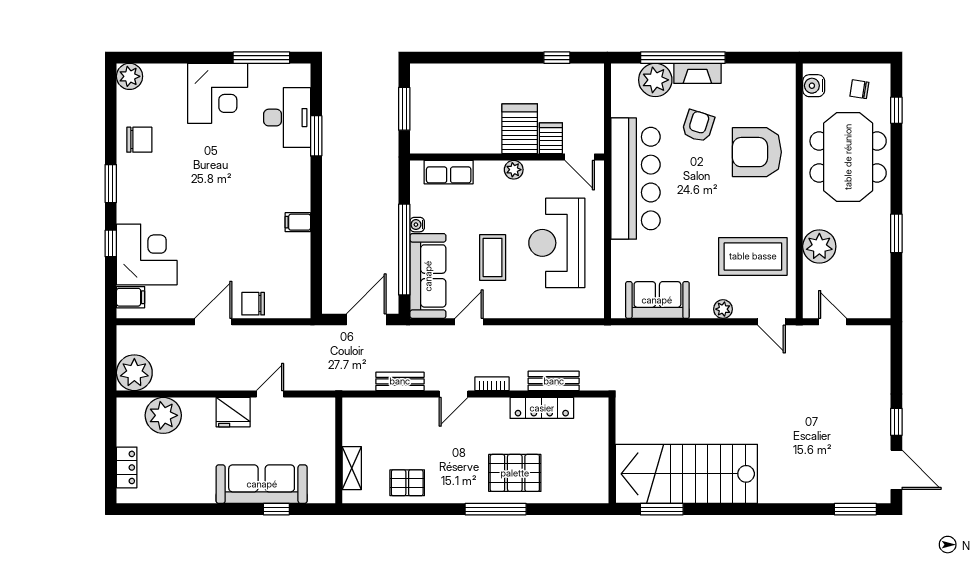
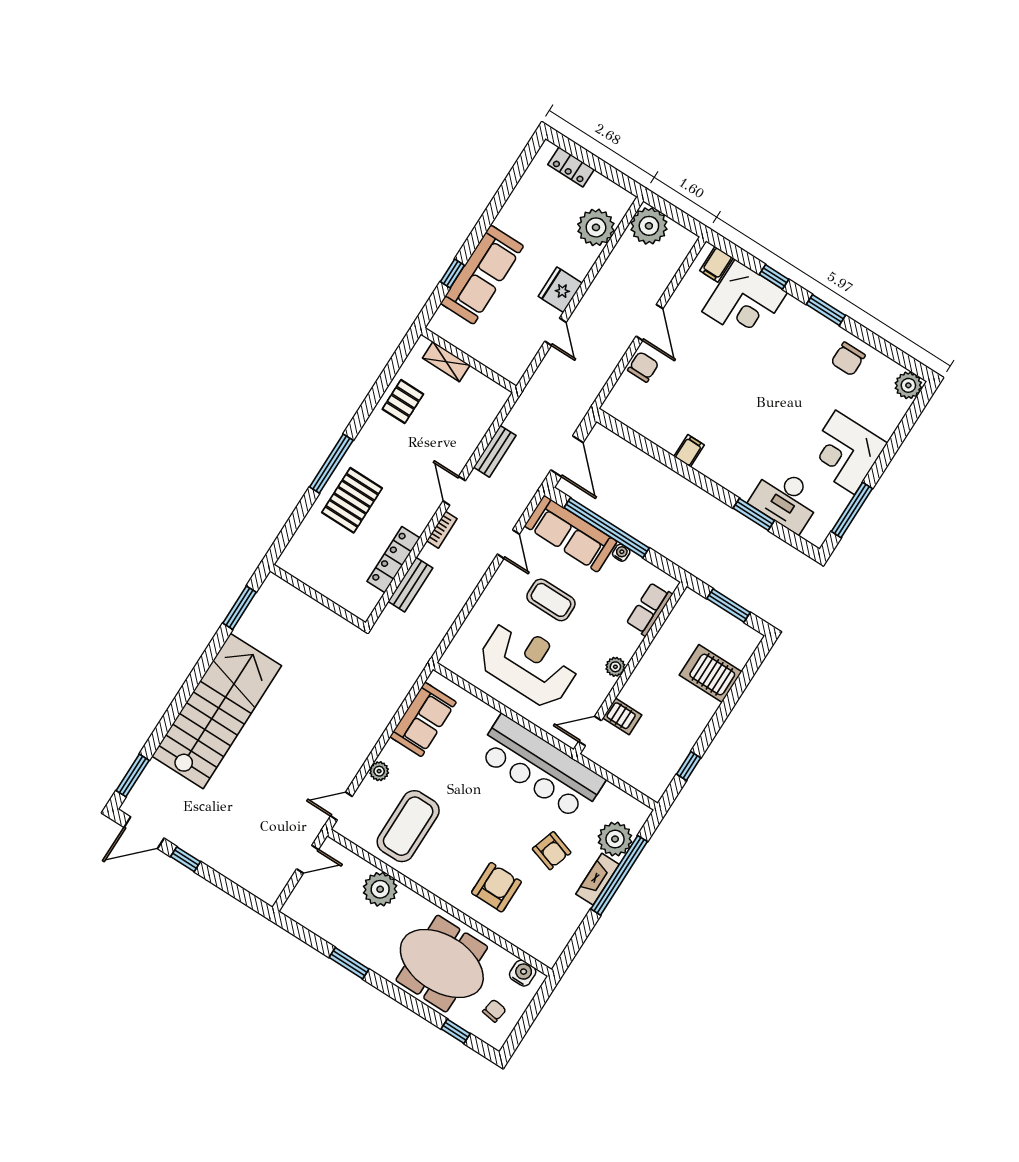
server rack: (520, 129) -> (711, 673), moved, turned 180
armchair: (757, 152) -> (496, 887), width x0.73, depth x0.73
stairs: (686, 474) -> (217, 711), moved

